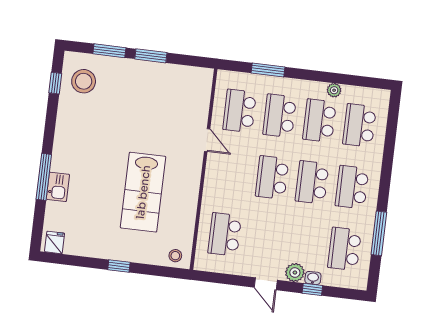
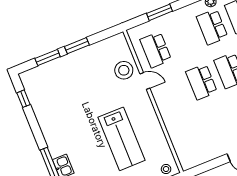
stool: (84, 81) -> (124, 70), moved
school desk: (280, 116) -> (184, 38), removed
school desk: (225, 234) -> (191, 137), removed

